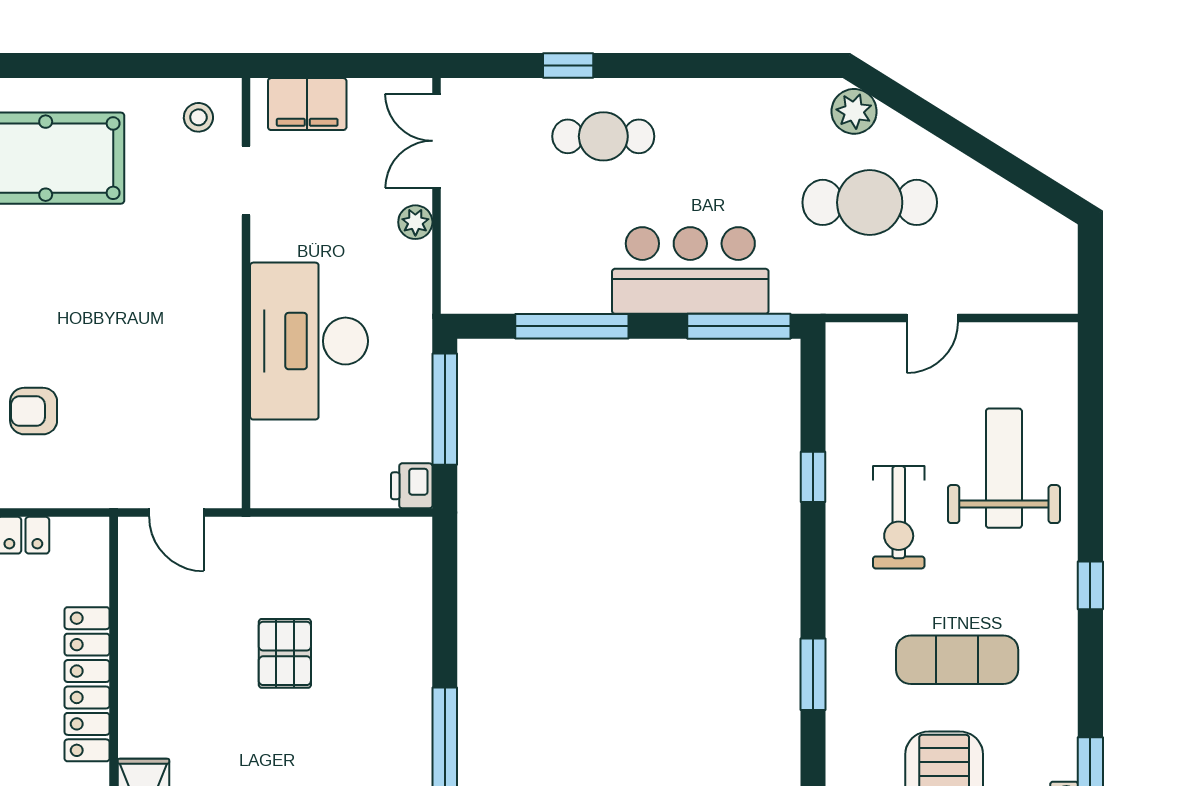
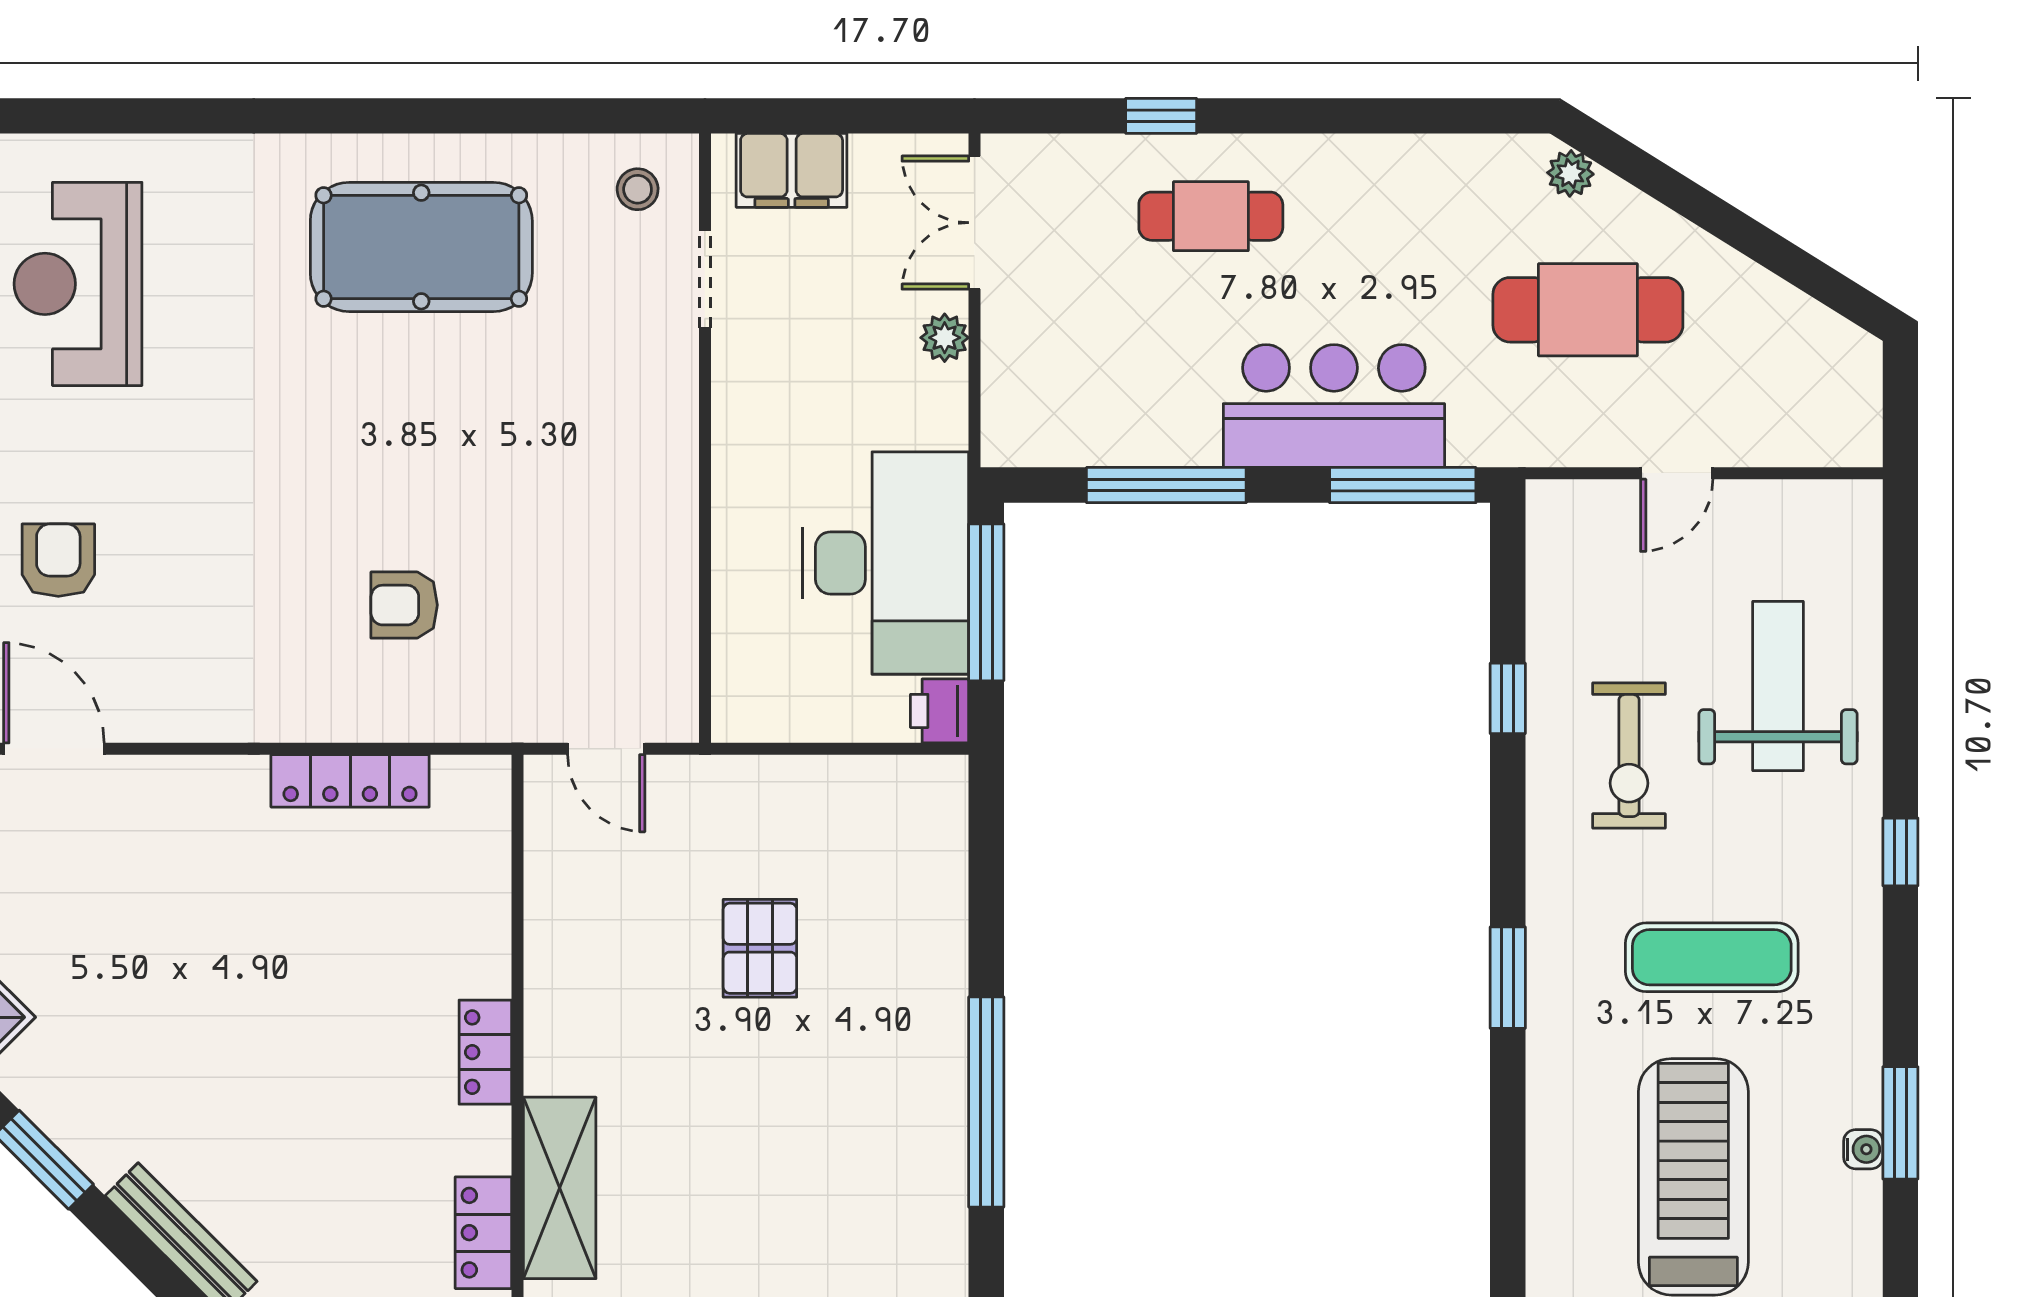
plant: (854, 111) -> (1570, 173), width x0.73, depth x0.73
desk: (309, 341) -> (885, 563), moved, turned 180
locker: (87, 684) -> (485, 1052), width x0.46, depth x0.83

